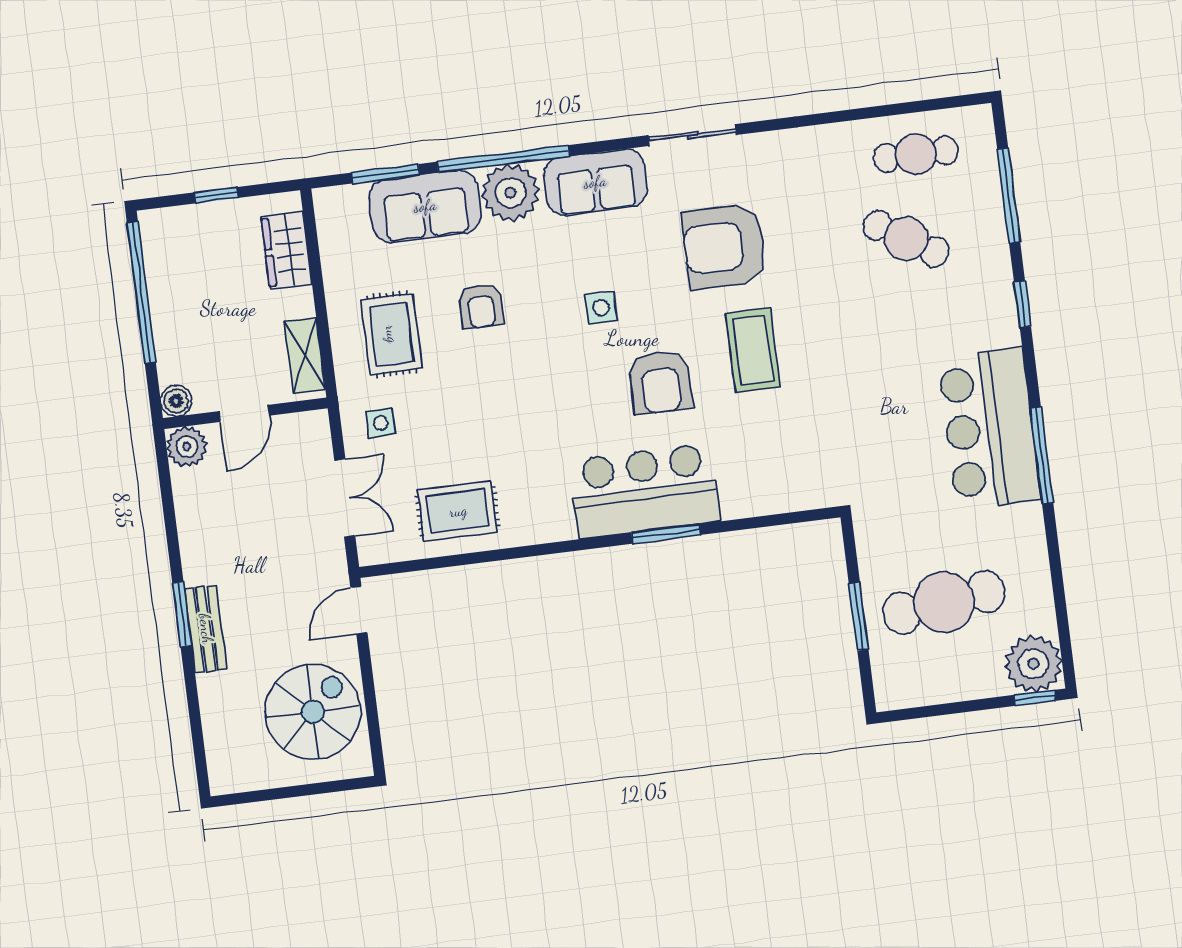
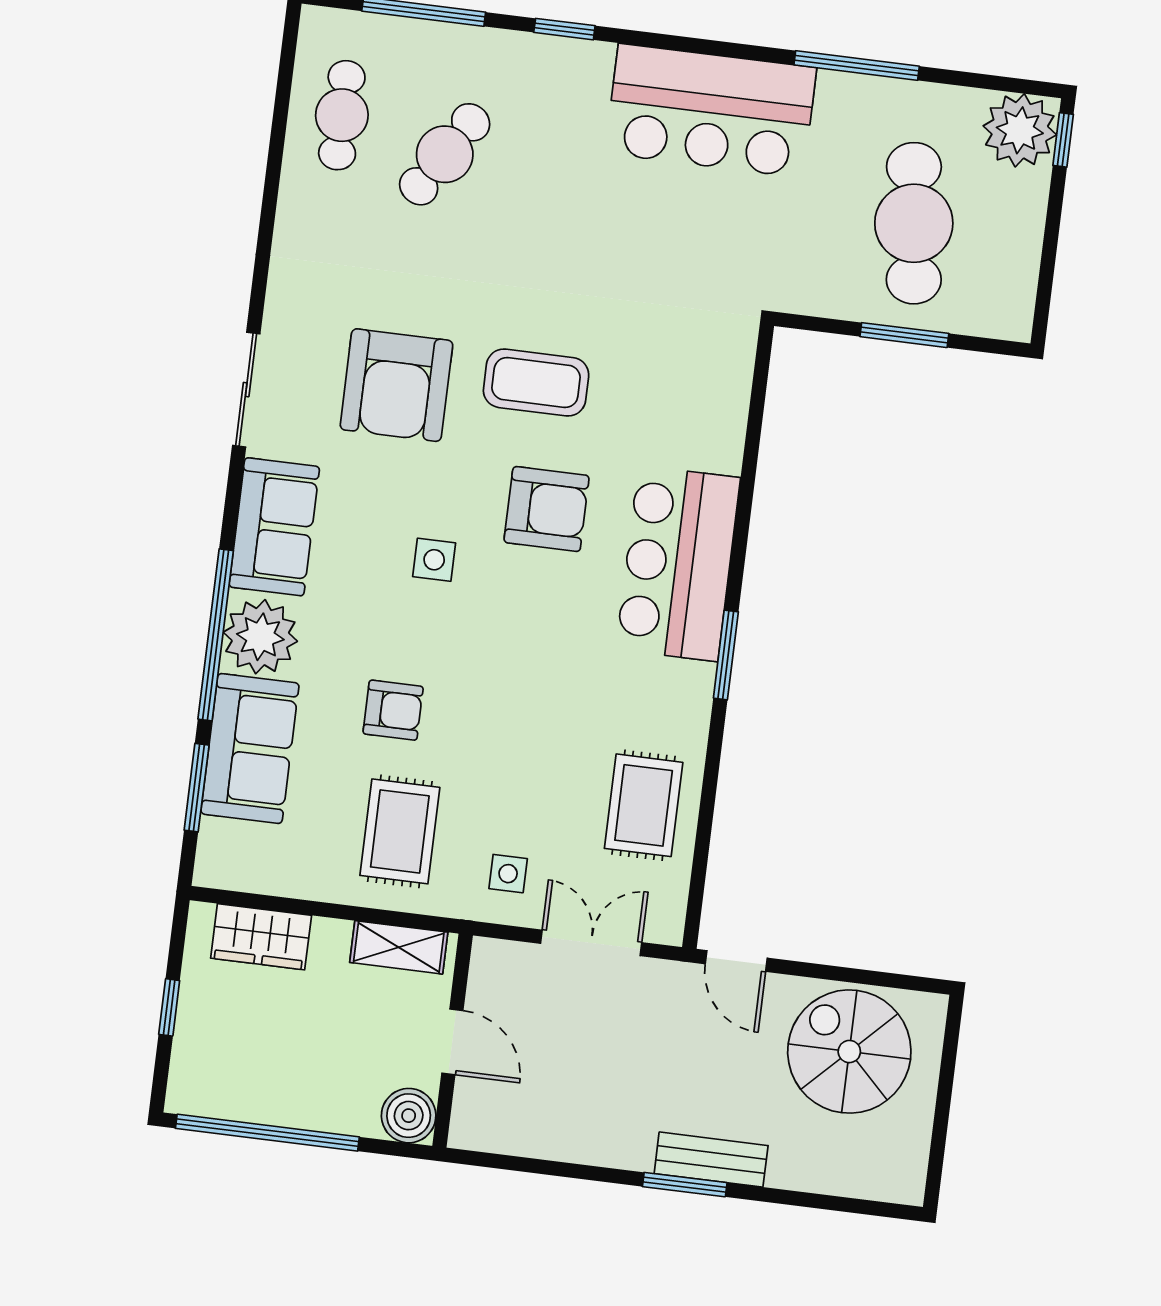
rug: (392, 334) -> (400, 831), turned 90
boiler: (176, 401) -> (409, 1116), width x1.36, depth x1.36
plant: (187, 447) -> (476, 1125), removed
window: (1042, 456) -> (857, 65), moved
window: (666, 534) -> (726, 655), moved

